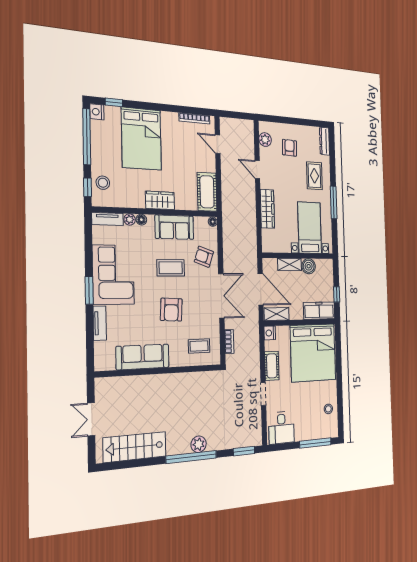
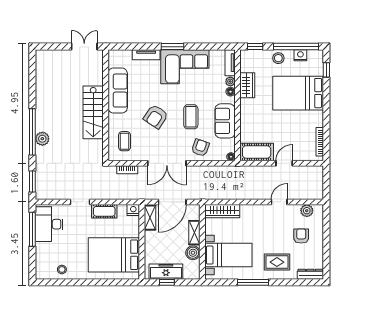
nightstand: (97, 112) -> (300, 55), moved
door: (218, 144) -> (284, 163), moved
armchair: (289, 148) -> (301, 236), turned -92
stool: (103, 183) -> (278, 58), moved
wardrobe: (160, 200) -> (247, 85), moved
wardrobe: (267, 209) -> (222, 211), moved
armchair: (171, 310) -> (156, 117), turned -59
freezer: (319, 311) -> (166, 272), moved, turned -90
bed: (313, 353) -> (114, 255), width x0.73
double door: (91, 419) -> (84, 47), moved
desk: (281, 428) -> (49, 224), width x1.37
window: (315, 443) -> (32, 229), moved
stairs: (135, 447) -> (93, 112), moved, turned 180

